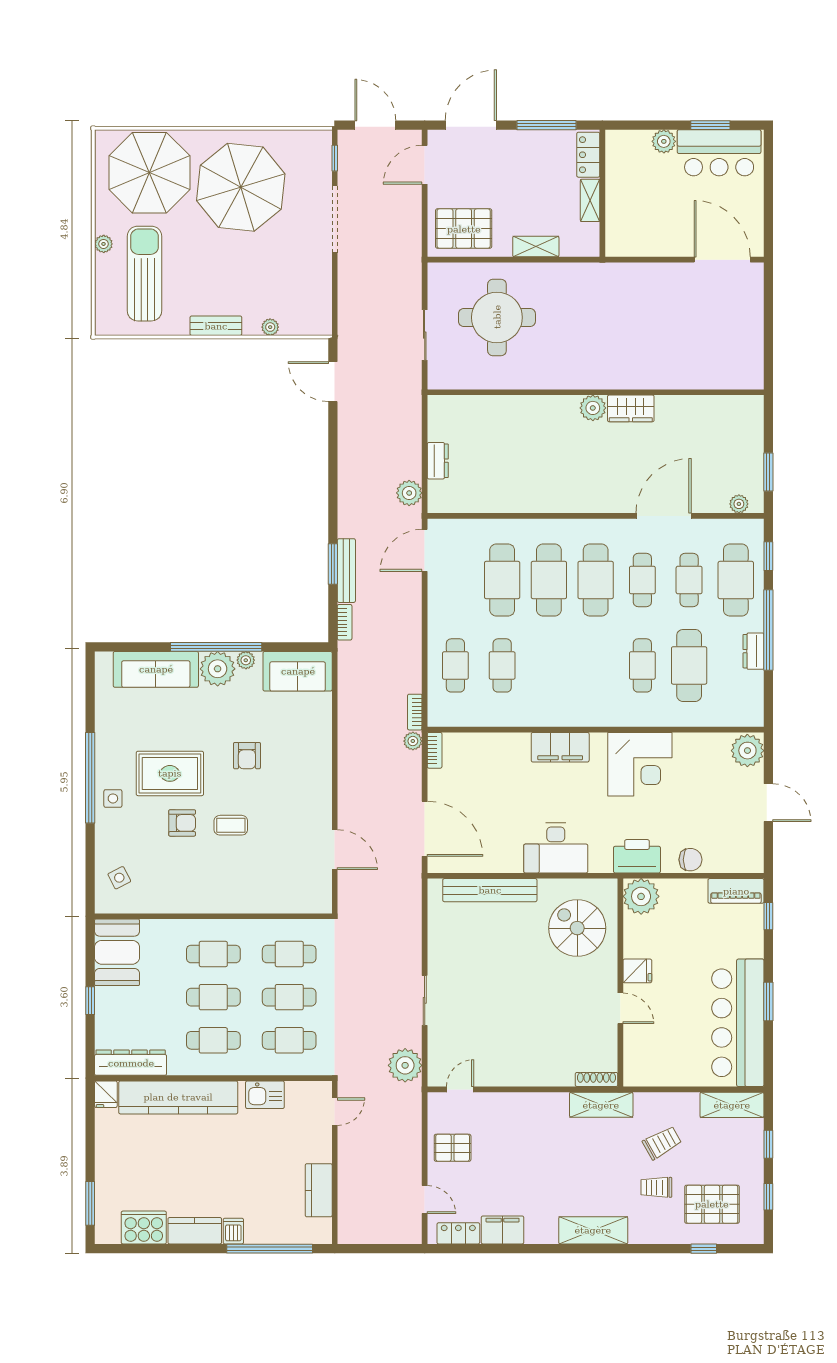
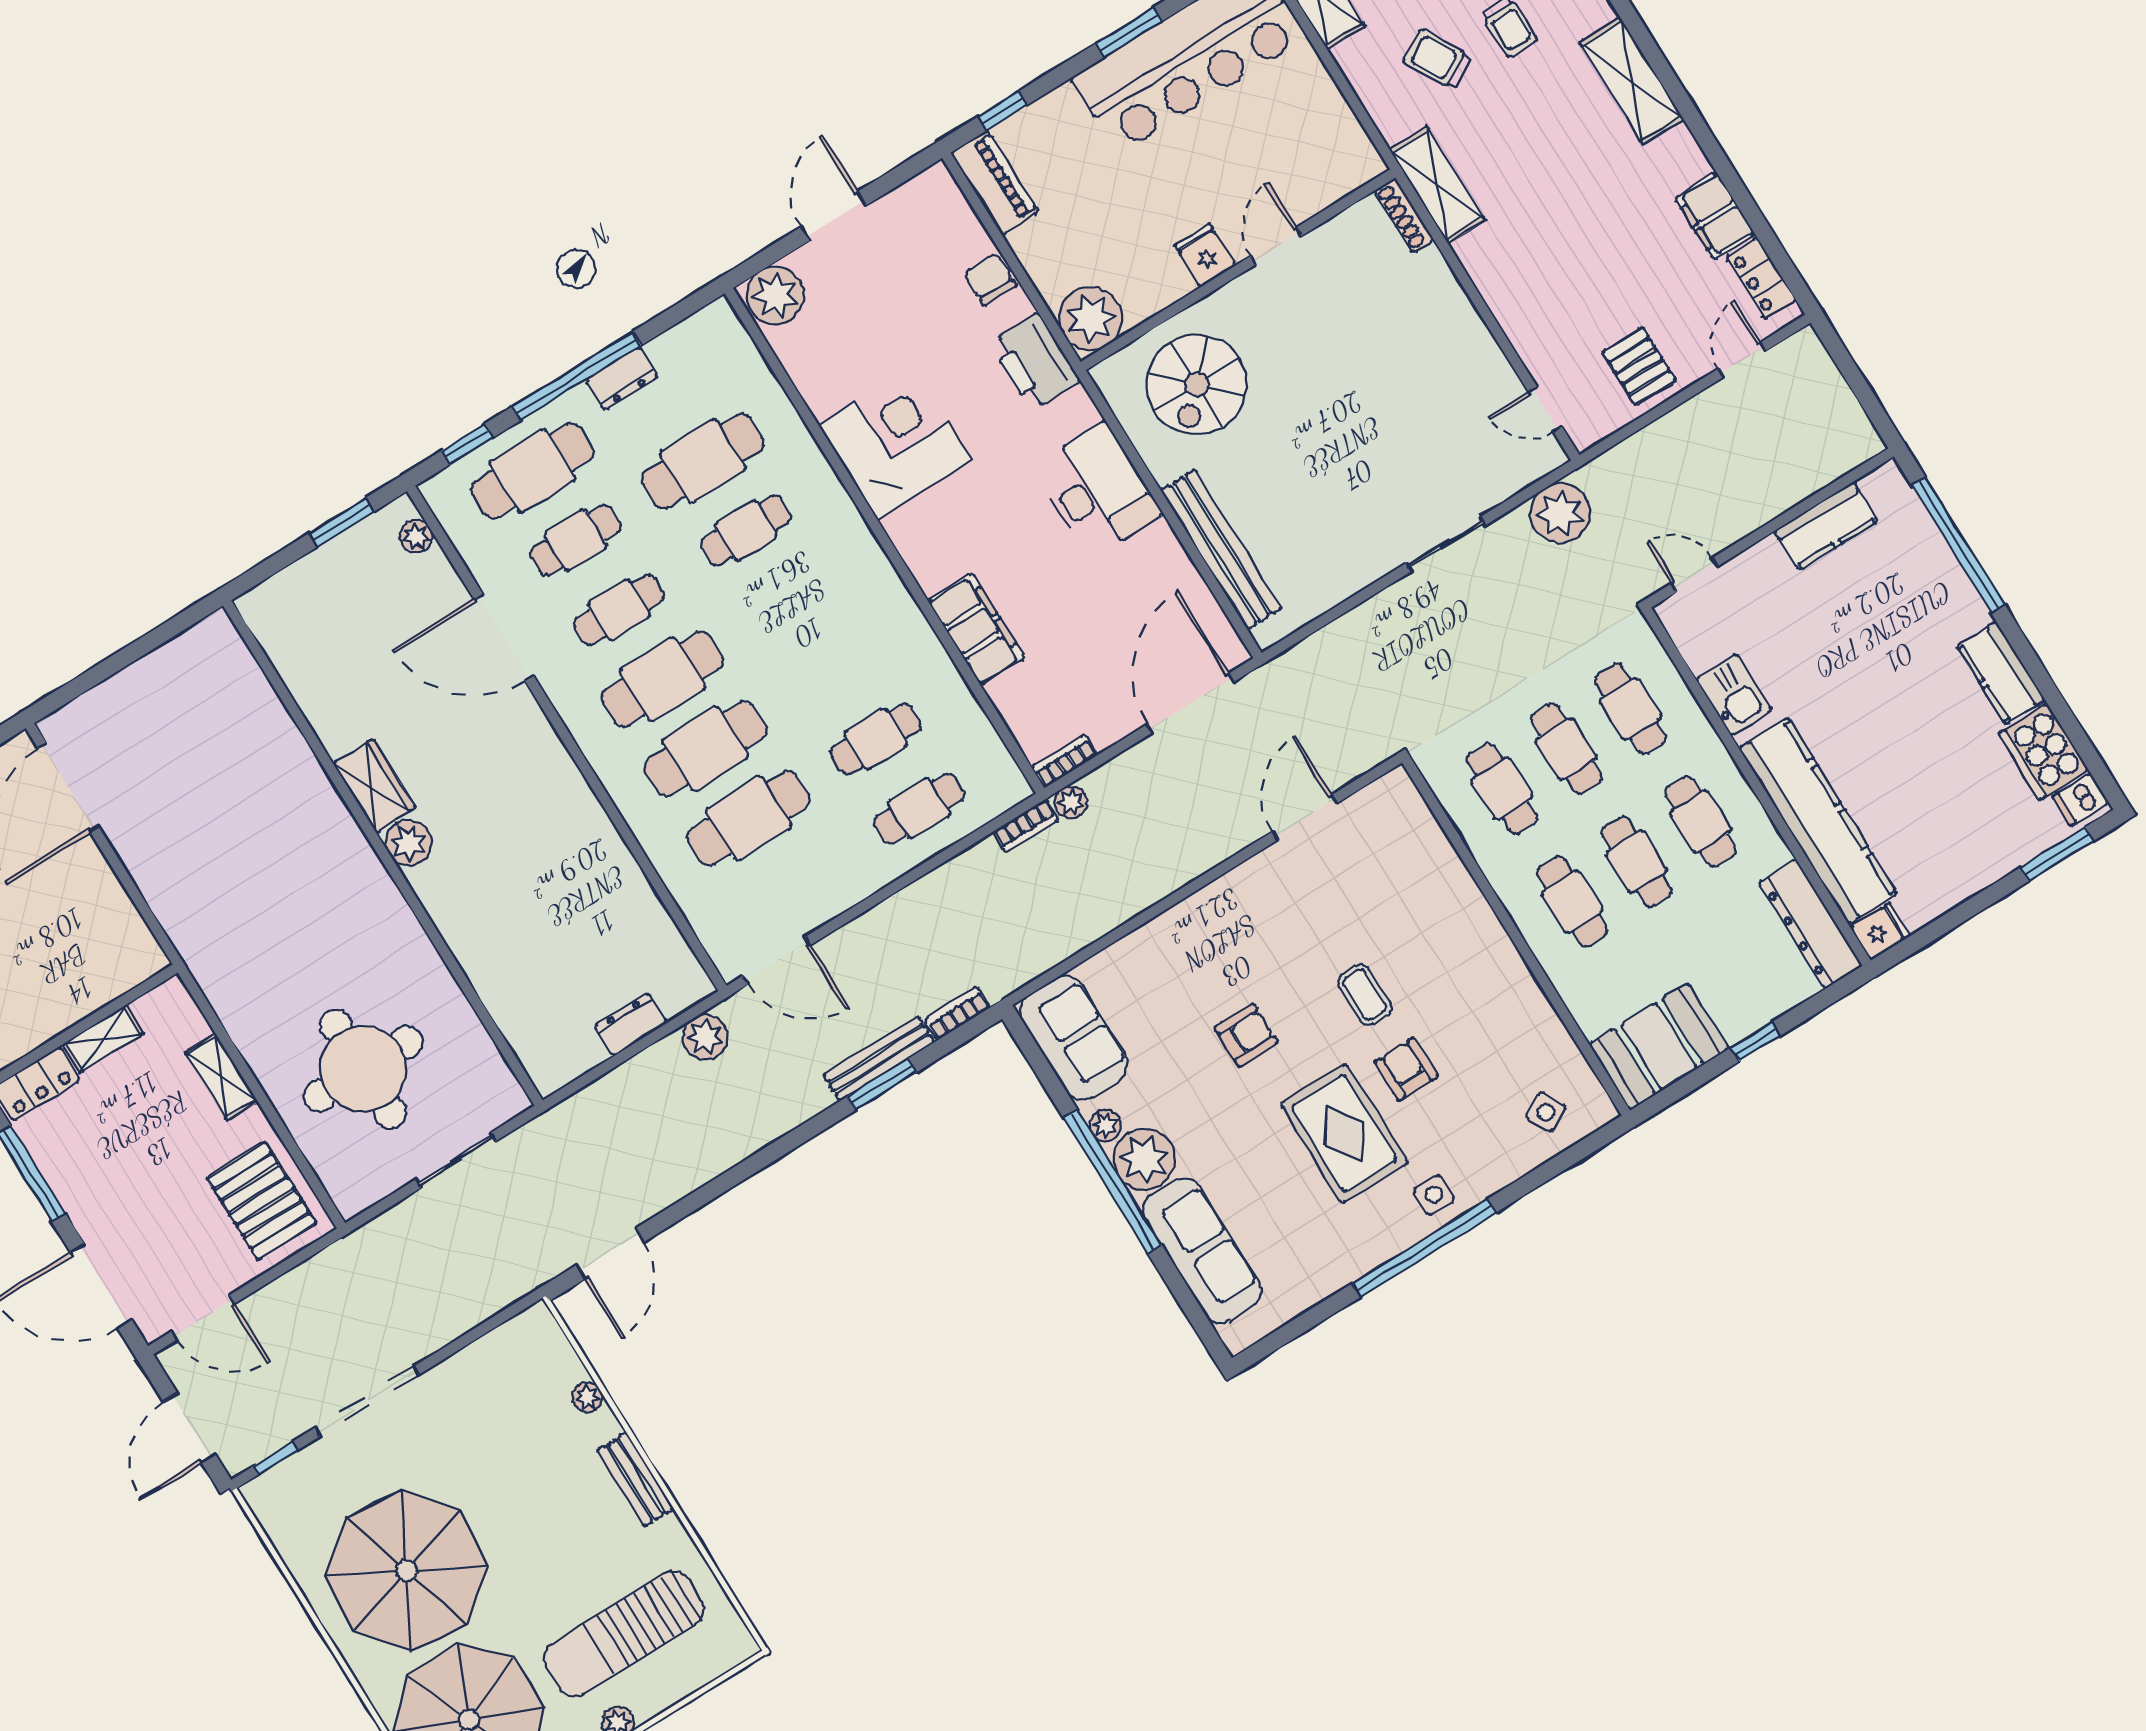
filing cabinet: (560, 747) -> (976, 629), moved
dishwasher: (233, 1231) -> (2081, 799), moved

